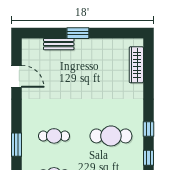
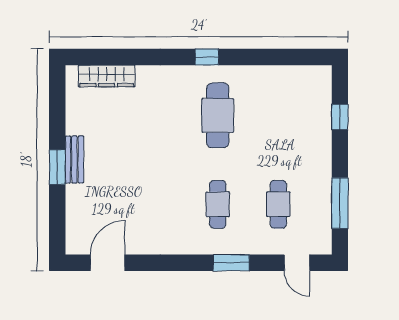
bench: (59, 44) -> (74, 160), moved
door: (17, 76) -> (108, 263), moved
window: (148, 158) -> (252, 57), removed

